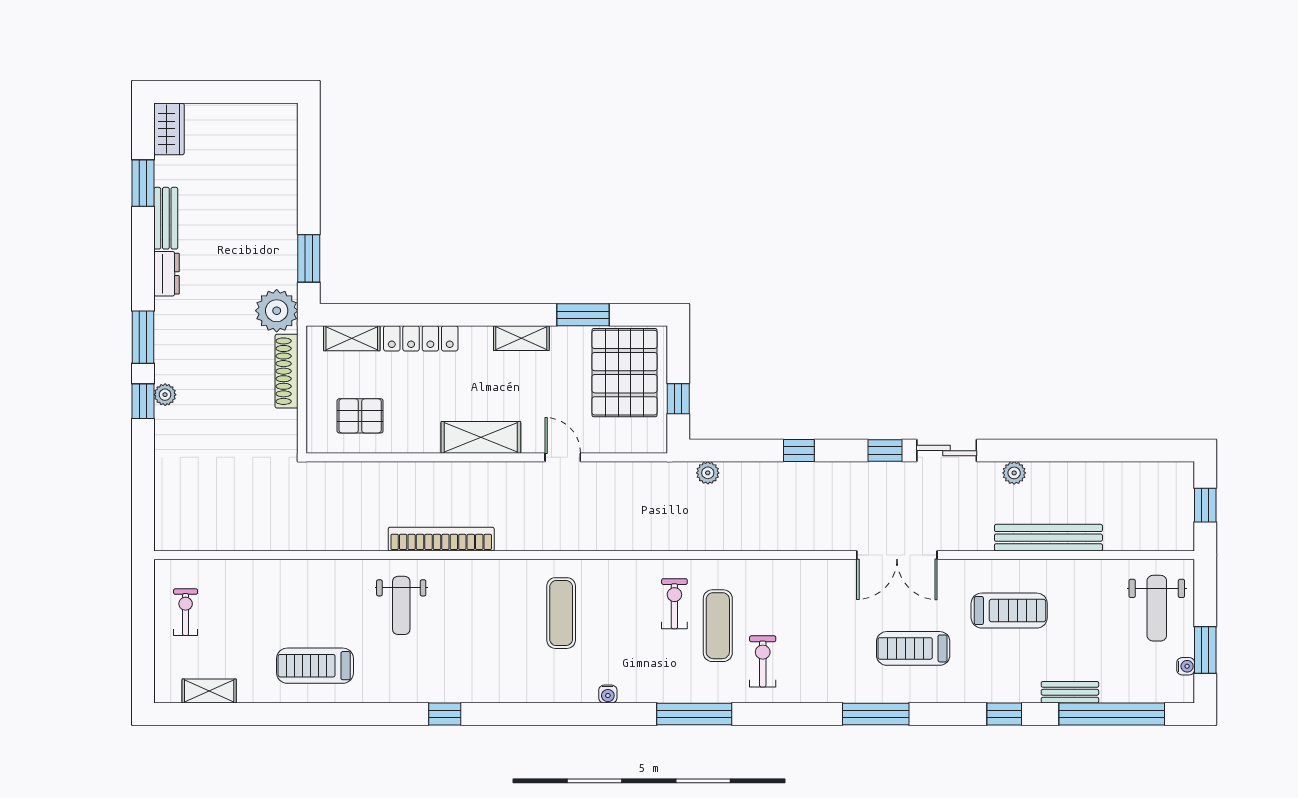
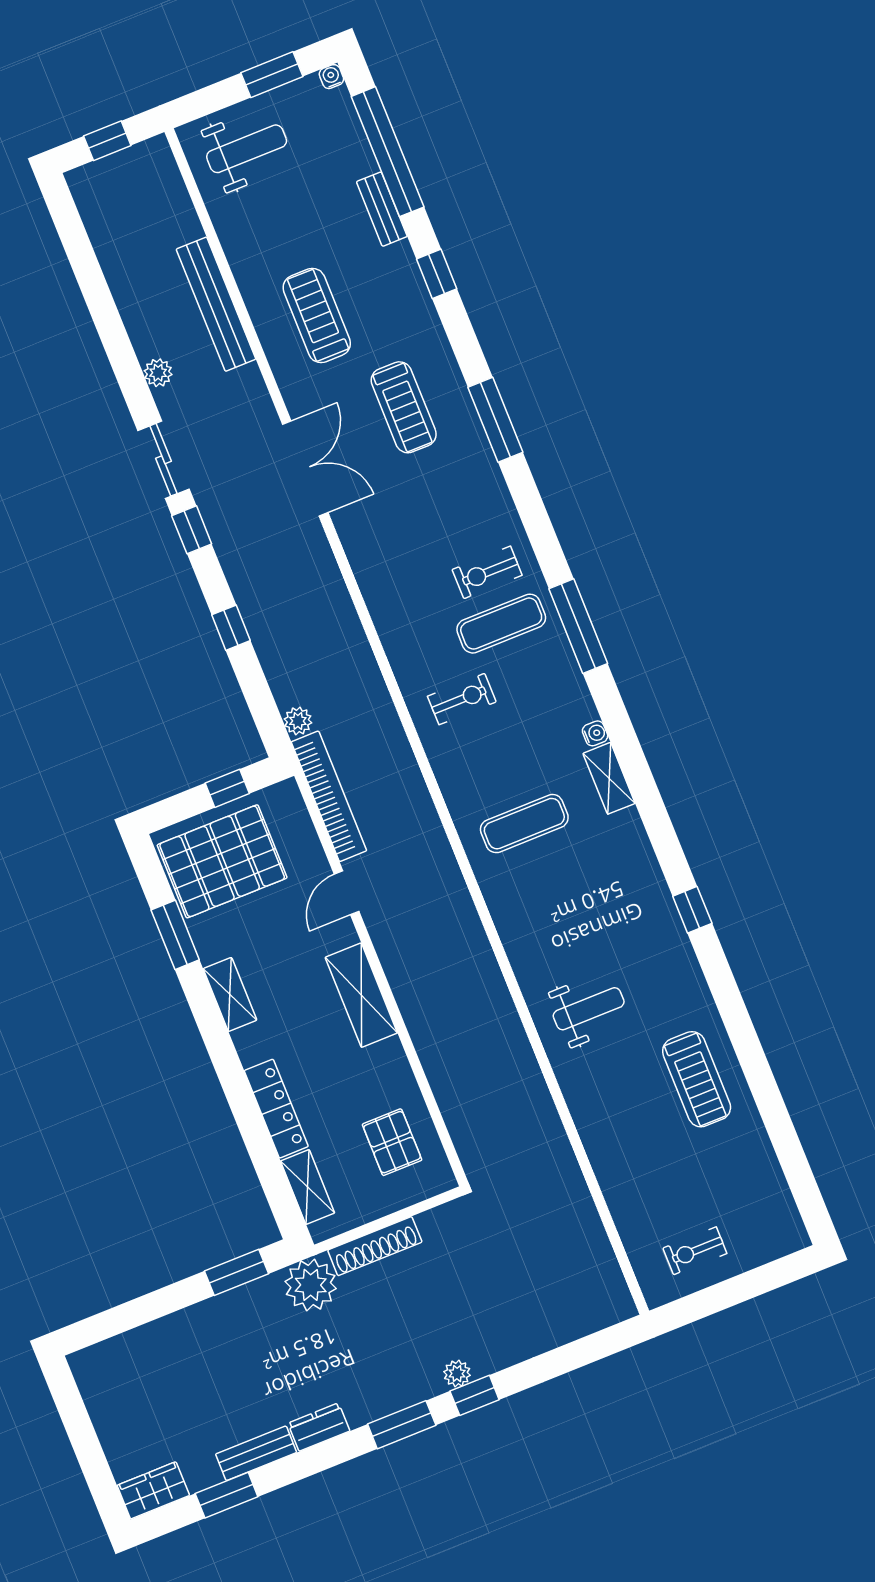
bookcase: (441, 539) -> (329, 796), moved, turned 180
exercise bike: (674, 604) -> (462, 699), turned 180
exercise mat: (718, 626) -> (501, 624), moved
water cooler: (1186, 666) -> (331, 77), moved
shelving: (209, 691) -> (609, 778), moved

